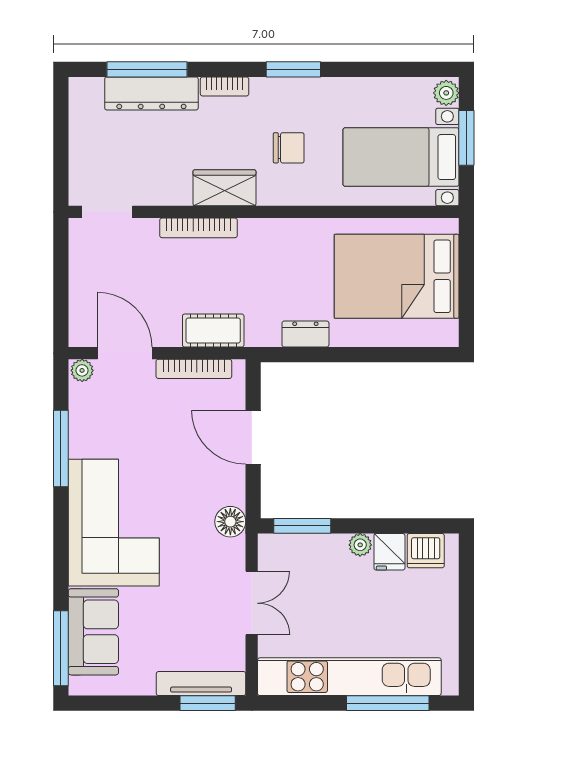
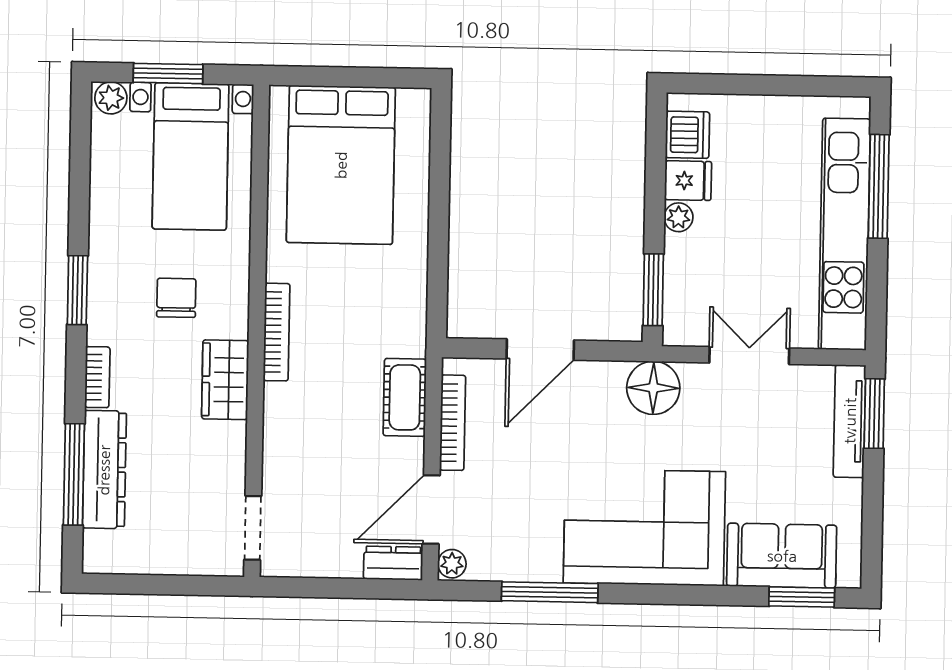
bookcase: (198, 228) -> (277, 332), moved
dresser: (305, 334) -> (393, 563), moved, turned 90
floor lamp: (230, 522) -> (653, 388), width x1.38, depth x1.38
window: (61, 648) -> (802, 597), width x0.69

